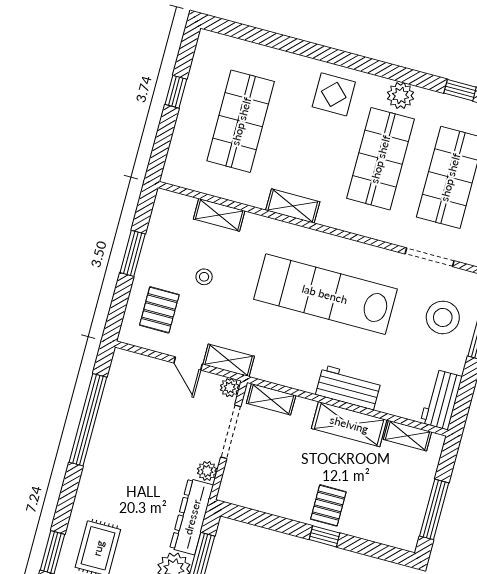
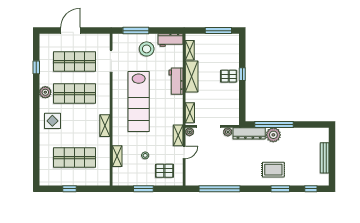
stool: (443, 317) -> (147, 49), moved

